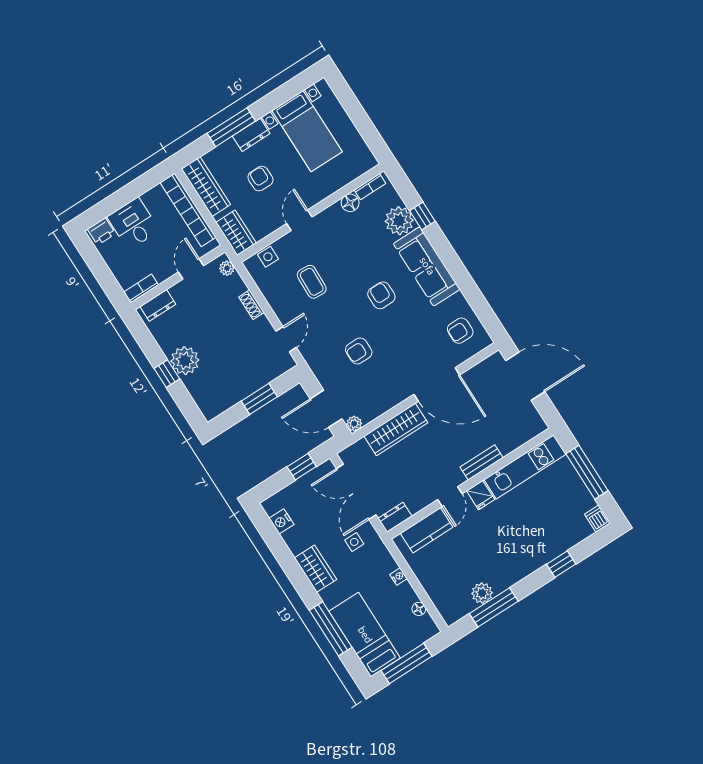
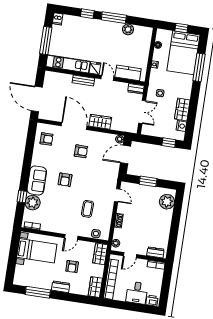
window: (231, 127) -> (38, 292), moved
bed with nightstands: (307, 131) -> (37, 251), moved, turned 90
wardrobe: (206, 187) -> (95, 287), width x0.67
floor lamp: (350, 203) -> (46, 226), removed
sofa: (427, 266) -> (37, 180), width x0.73
door: (286, 339) -> (117, 195), swing flipped
armchair: (359, 351) -> (81, 151), moved
plant: (185, 361) -> (167, 202), moved
window: (167, 374) -> (175, 223), removed
door: (326, 409) -> (125, 155), swing flipped
wardrobe: (396, 429) -> (100, 122), width x0.67
window: (302, 467) -> (169, 143), moved
double door: (356, 492) -> (142, 112), width x0.73
door: (450, 497) -> (107, 78), hinge flipped
wardrobe: (316, 569) -> (182, 110), moved
window: (494, 607) -> (114, 18), moved
bed: (365, 635) -> (183, 53), width x1.50
window: (407, 663) -> (181, 28), width x0.46

